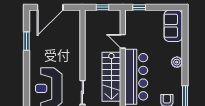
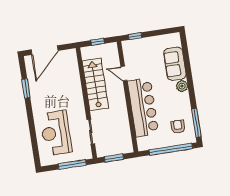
sofa: (173, 26) -> (175, 64), moved
stairs: (111, 77) -> (95, 84), moved, turned 180

